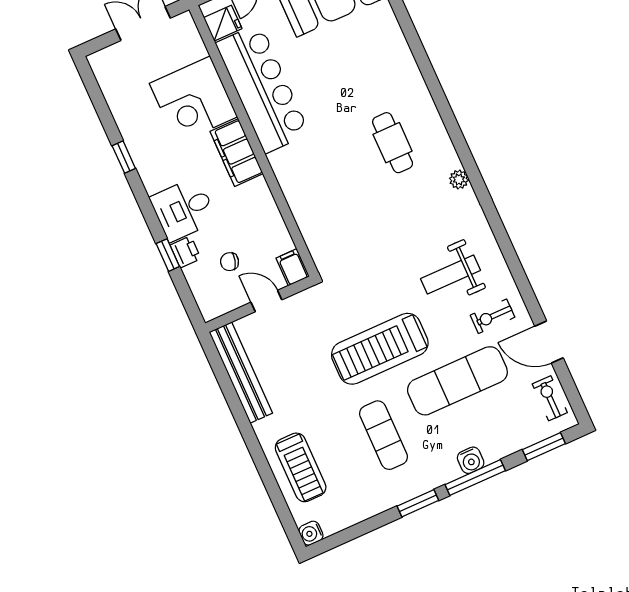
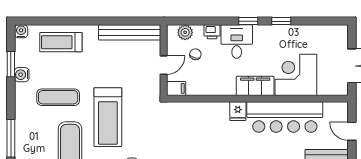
fridge: (223, 23) -> (238, 111), moved
window: (168, 255) -> (248, 21), moved
plant: (204, 291) -> (185, 32), added
treadmill: (380, 349) -> (108, 117), turned 180
water cooler: (471, 460) -> (22, 75), moved
window: (418, 503) -> (11, 64), moved

